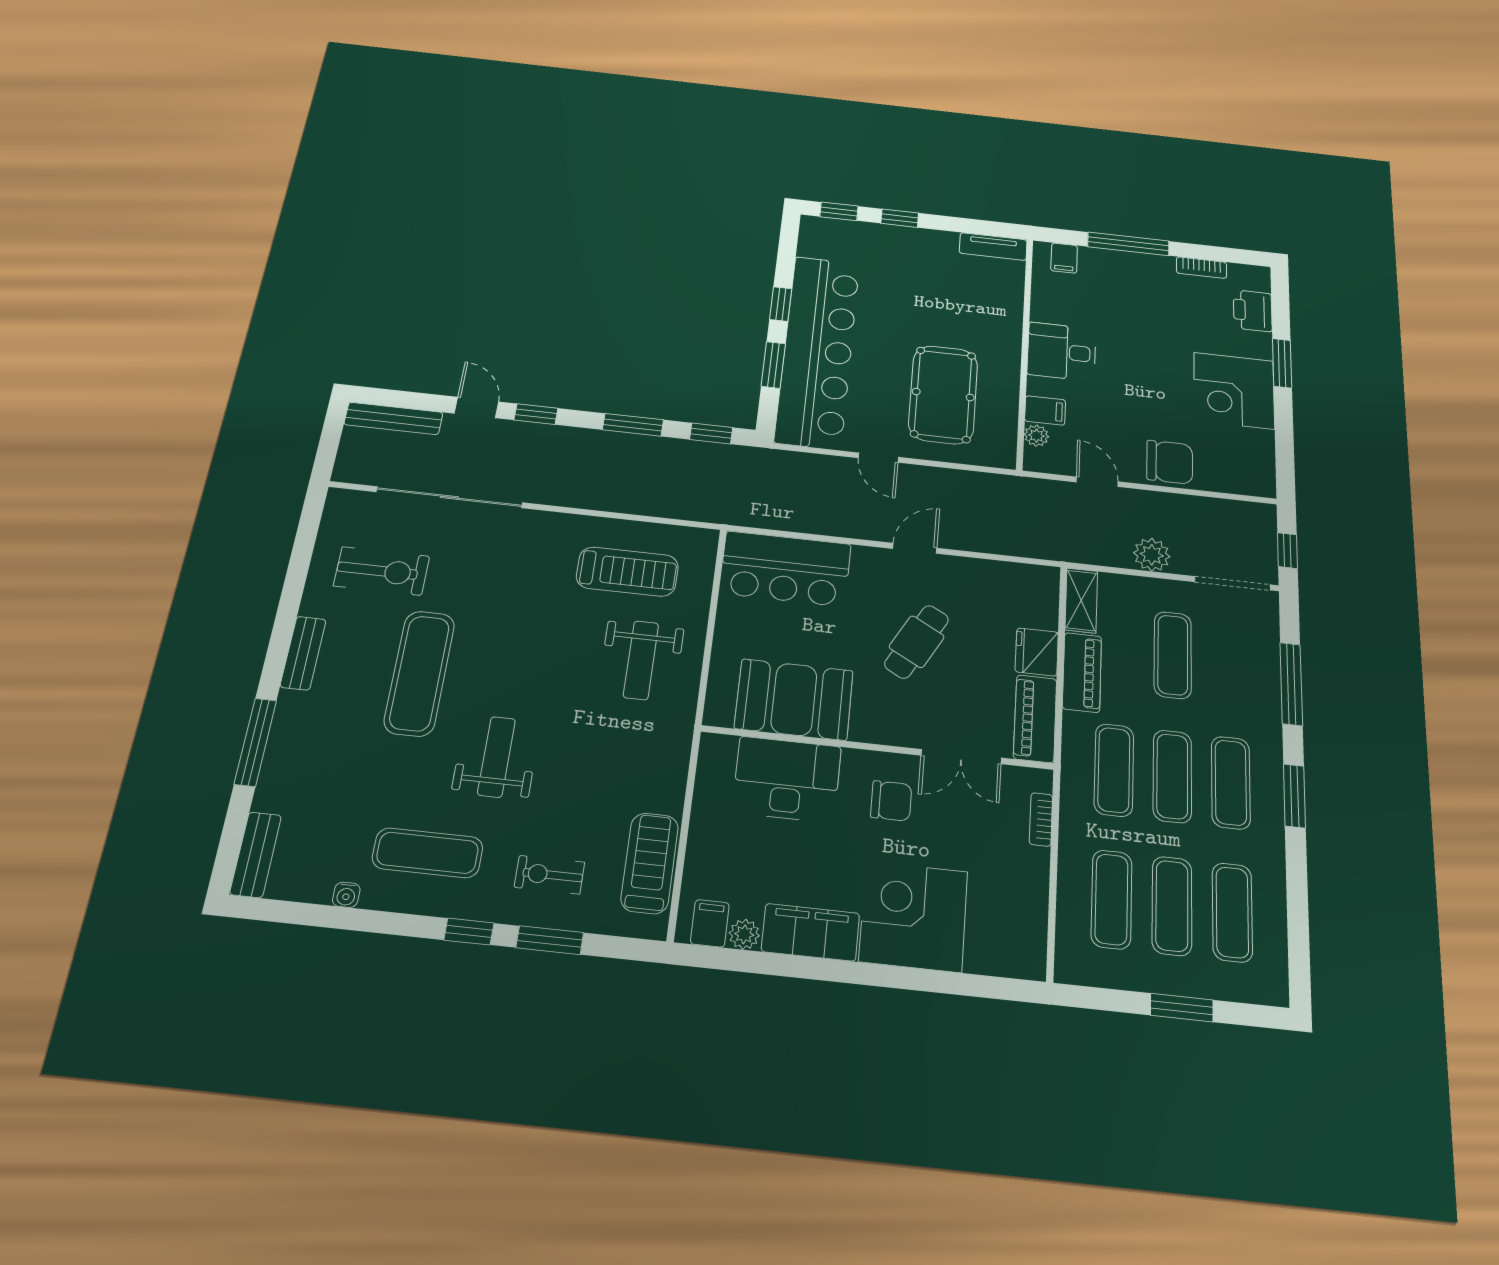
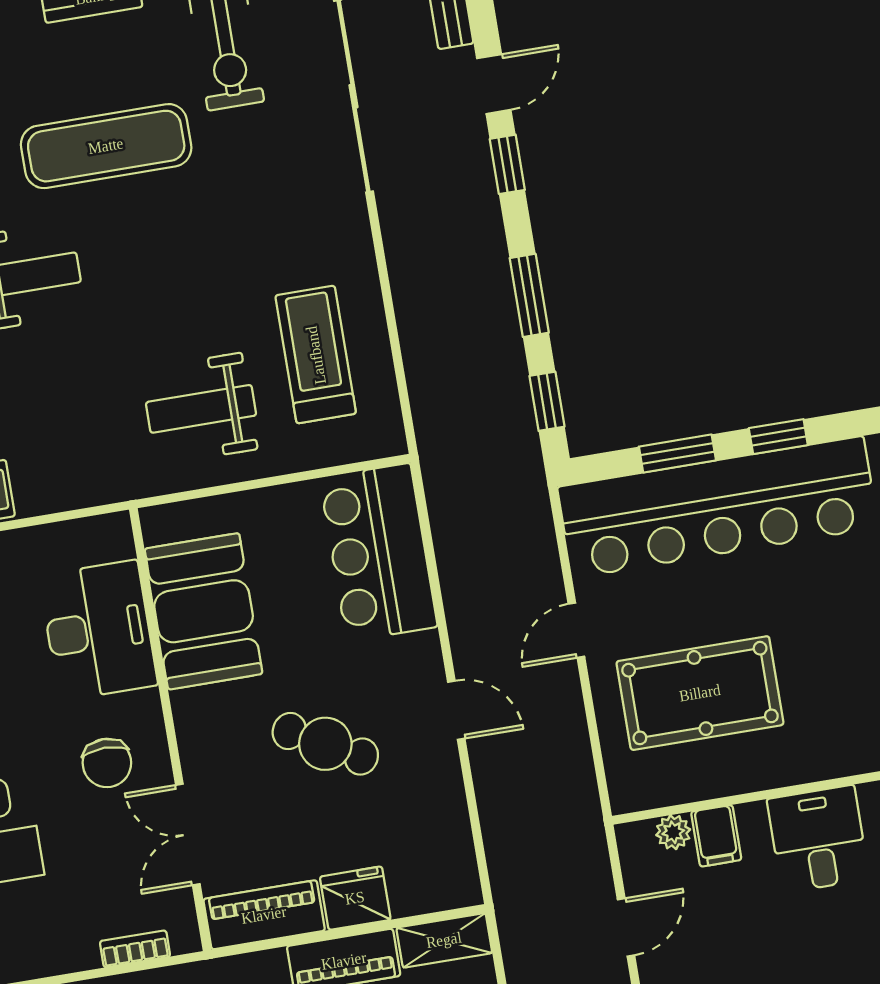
treadmill: (627, 572) -> (316, 355), turned 180

